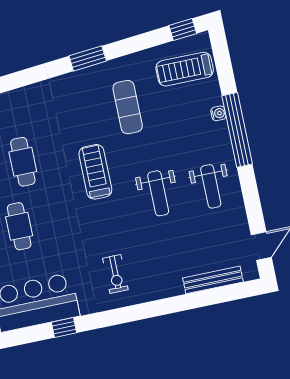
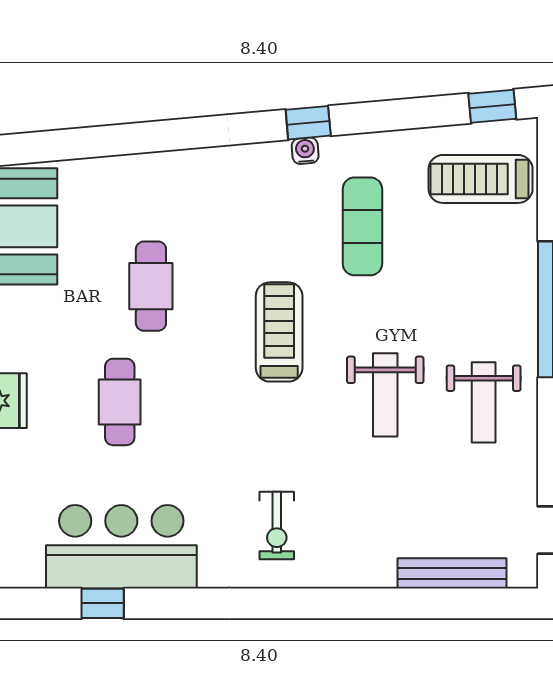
window: (88, 58) -> (308, 123), width x0.67
water cooler: (218, 113) -> (305, 151), moved, turned -95
window: (64, 328) -> (103, 603), moved

